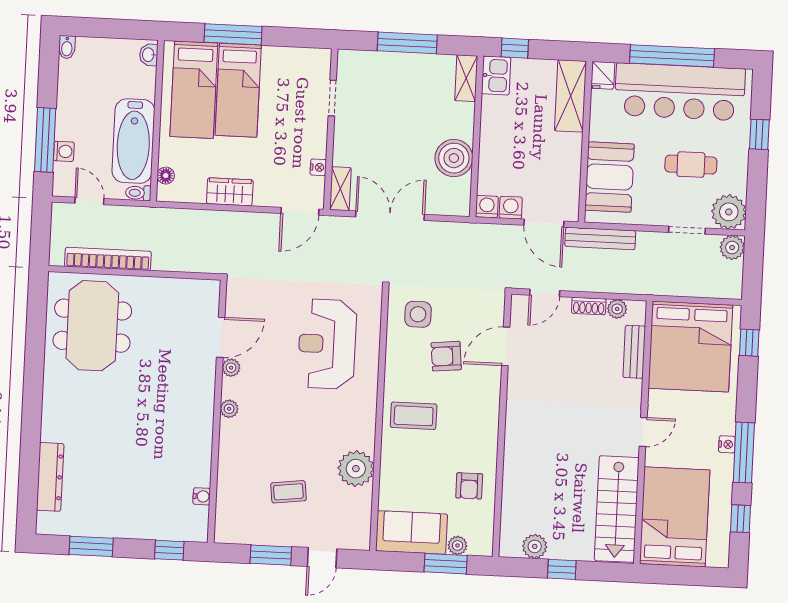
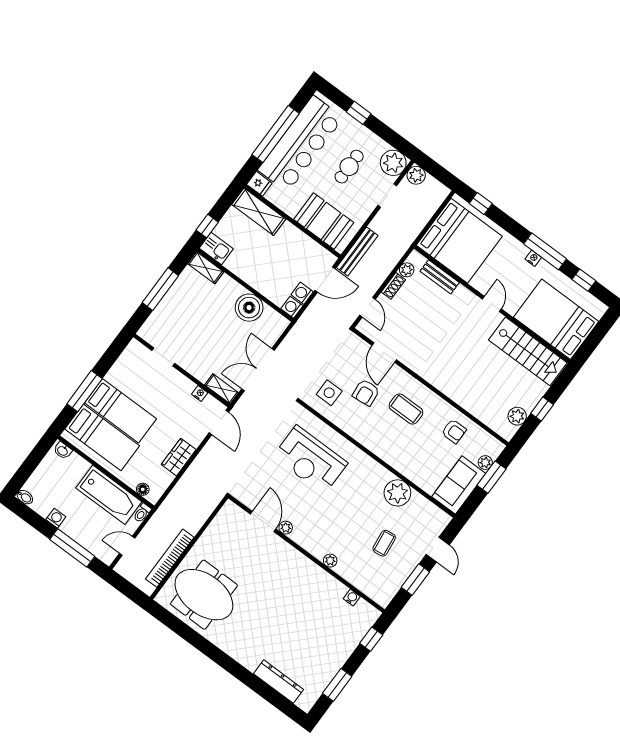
washing machine: (64, 151) -> (56, 518), moved
plant: (229, 409) -> (330, 561), moved
coffee table: (414, 416) -> (406, 409), moved, turned 90

